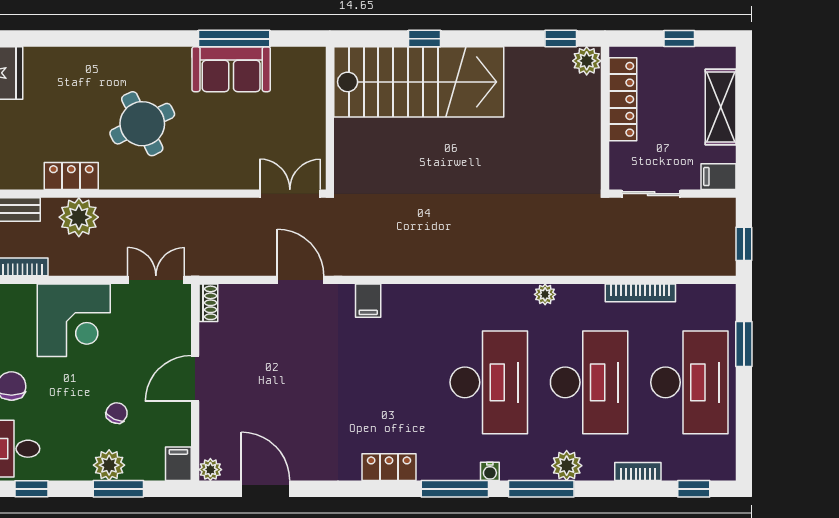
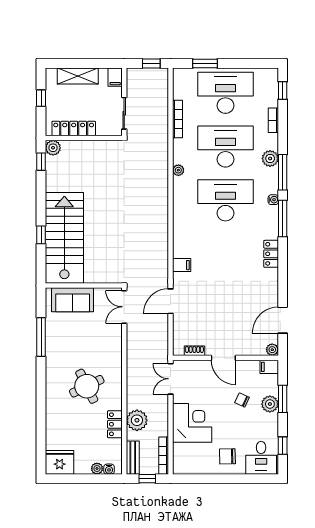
sofa: (231, 69) -> (73, 300), moved, turned 90
shoe rack: (208, 303) -> (194, 351), moved

